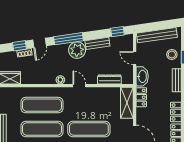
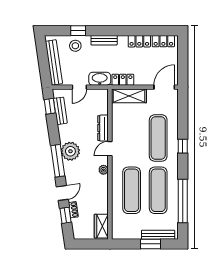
door: (39, 43) -> (62, 193), hinge flipped
bench: (97, 43) -> (60, 111), moved
dresser: (109, 79) -> (103, 128), moved

